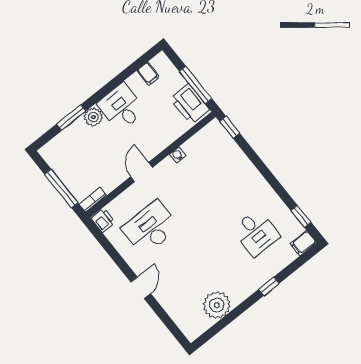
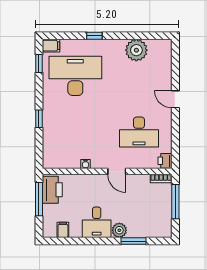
window: (230, 127) -> (39, 119), moved
door: (142, 172) -> (117, 171), hinge flipped
desk: (256, 233) -> (75, 76), width x1.87, depth x1.30
door: (141, 288) -> (175, 99), hinge flipped

